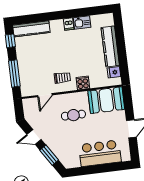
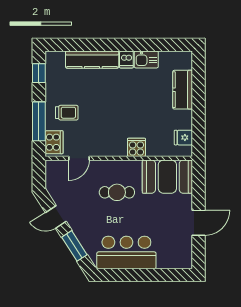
kitchen counter: (31, 29) -> (92, 60), moved
kitchen counter: (110, 47) -> (183, 90), width x0.67
trolley: (62, 78) -> (67, 113), moved
cooker: (26, 86) -> (54, 142), added
bar counter: (100, 153) -> (126, 252), moved

